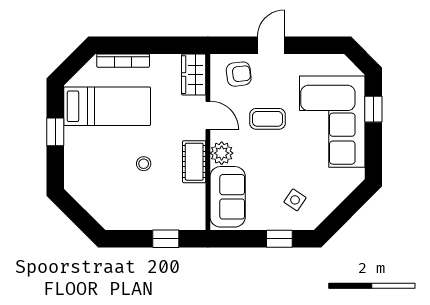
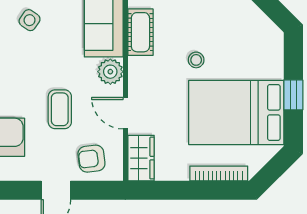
bed: (107, 106) -> (236, 112), width x1.50
coffee table: (267, 119) -> (60, 109), turned 90
cot: (194, 162) -> (140, 32), moved

